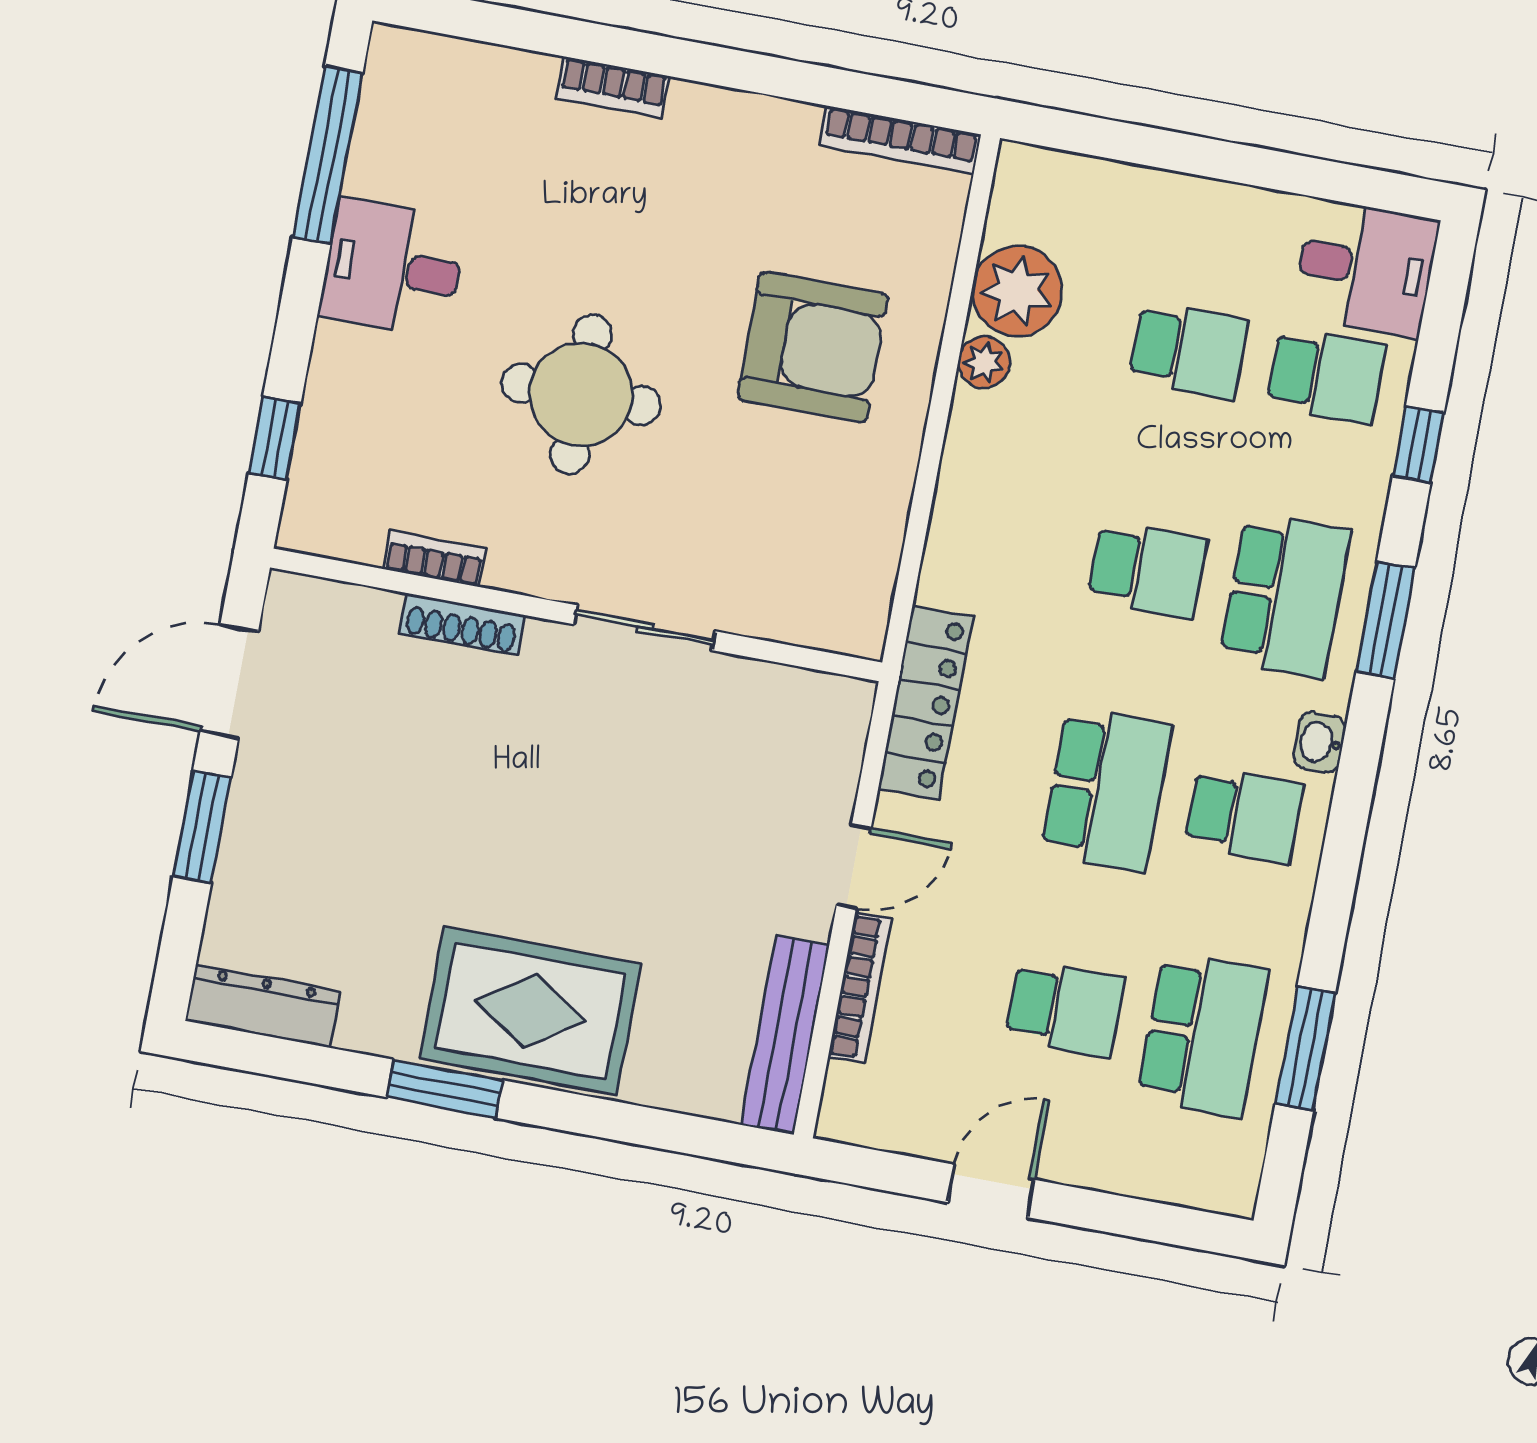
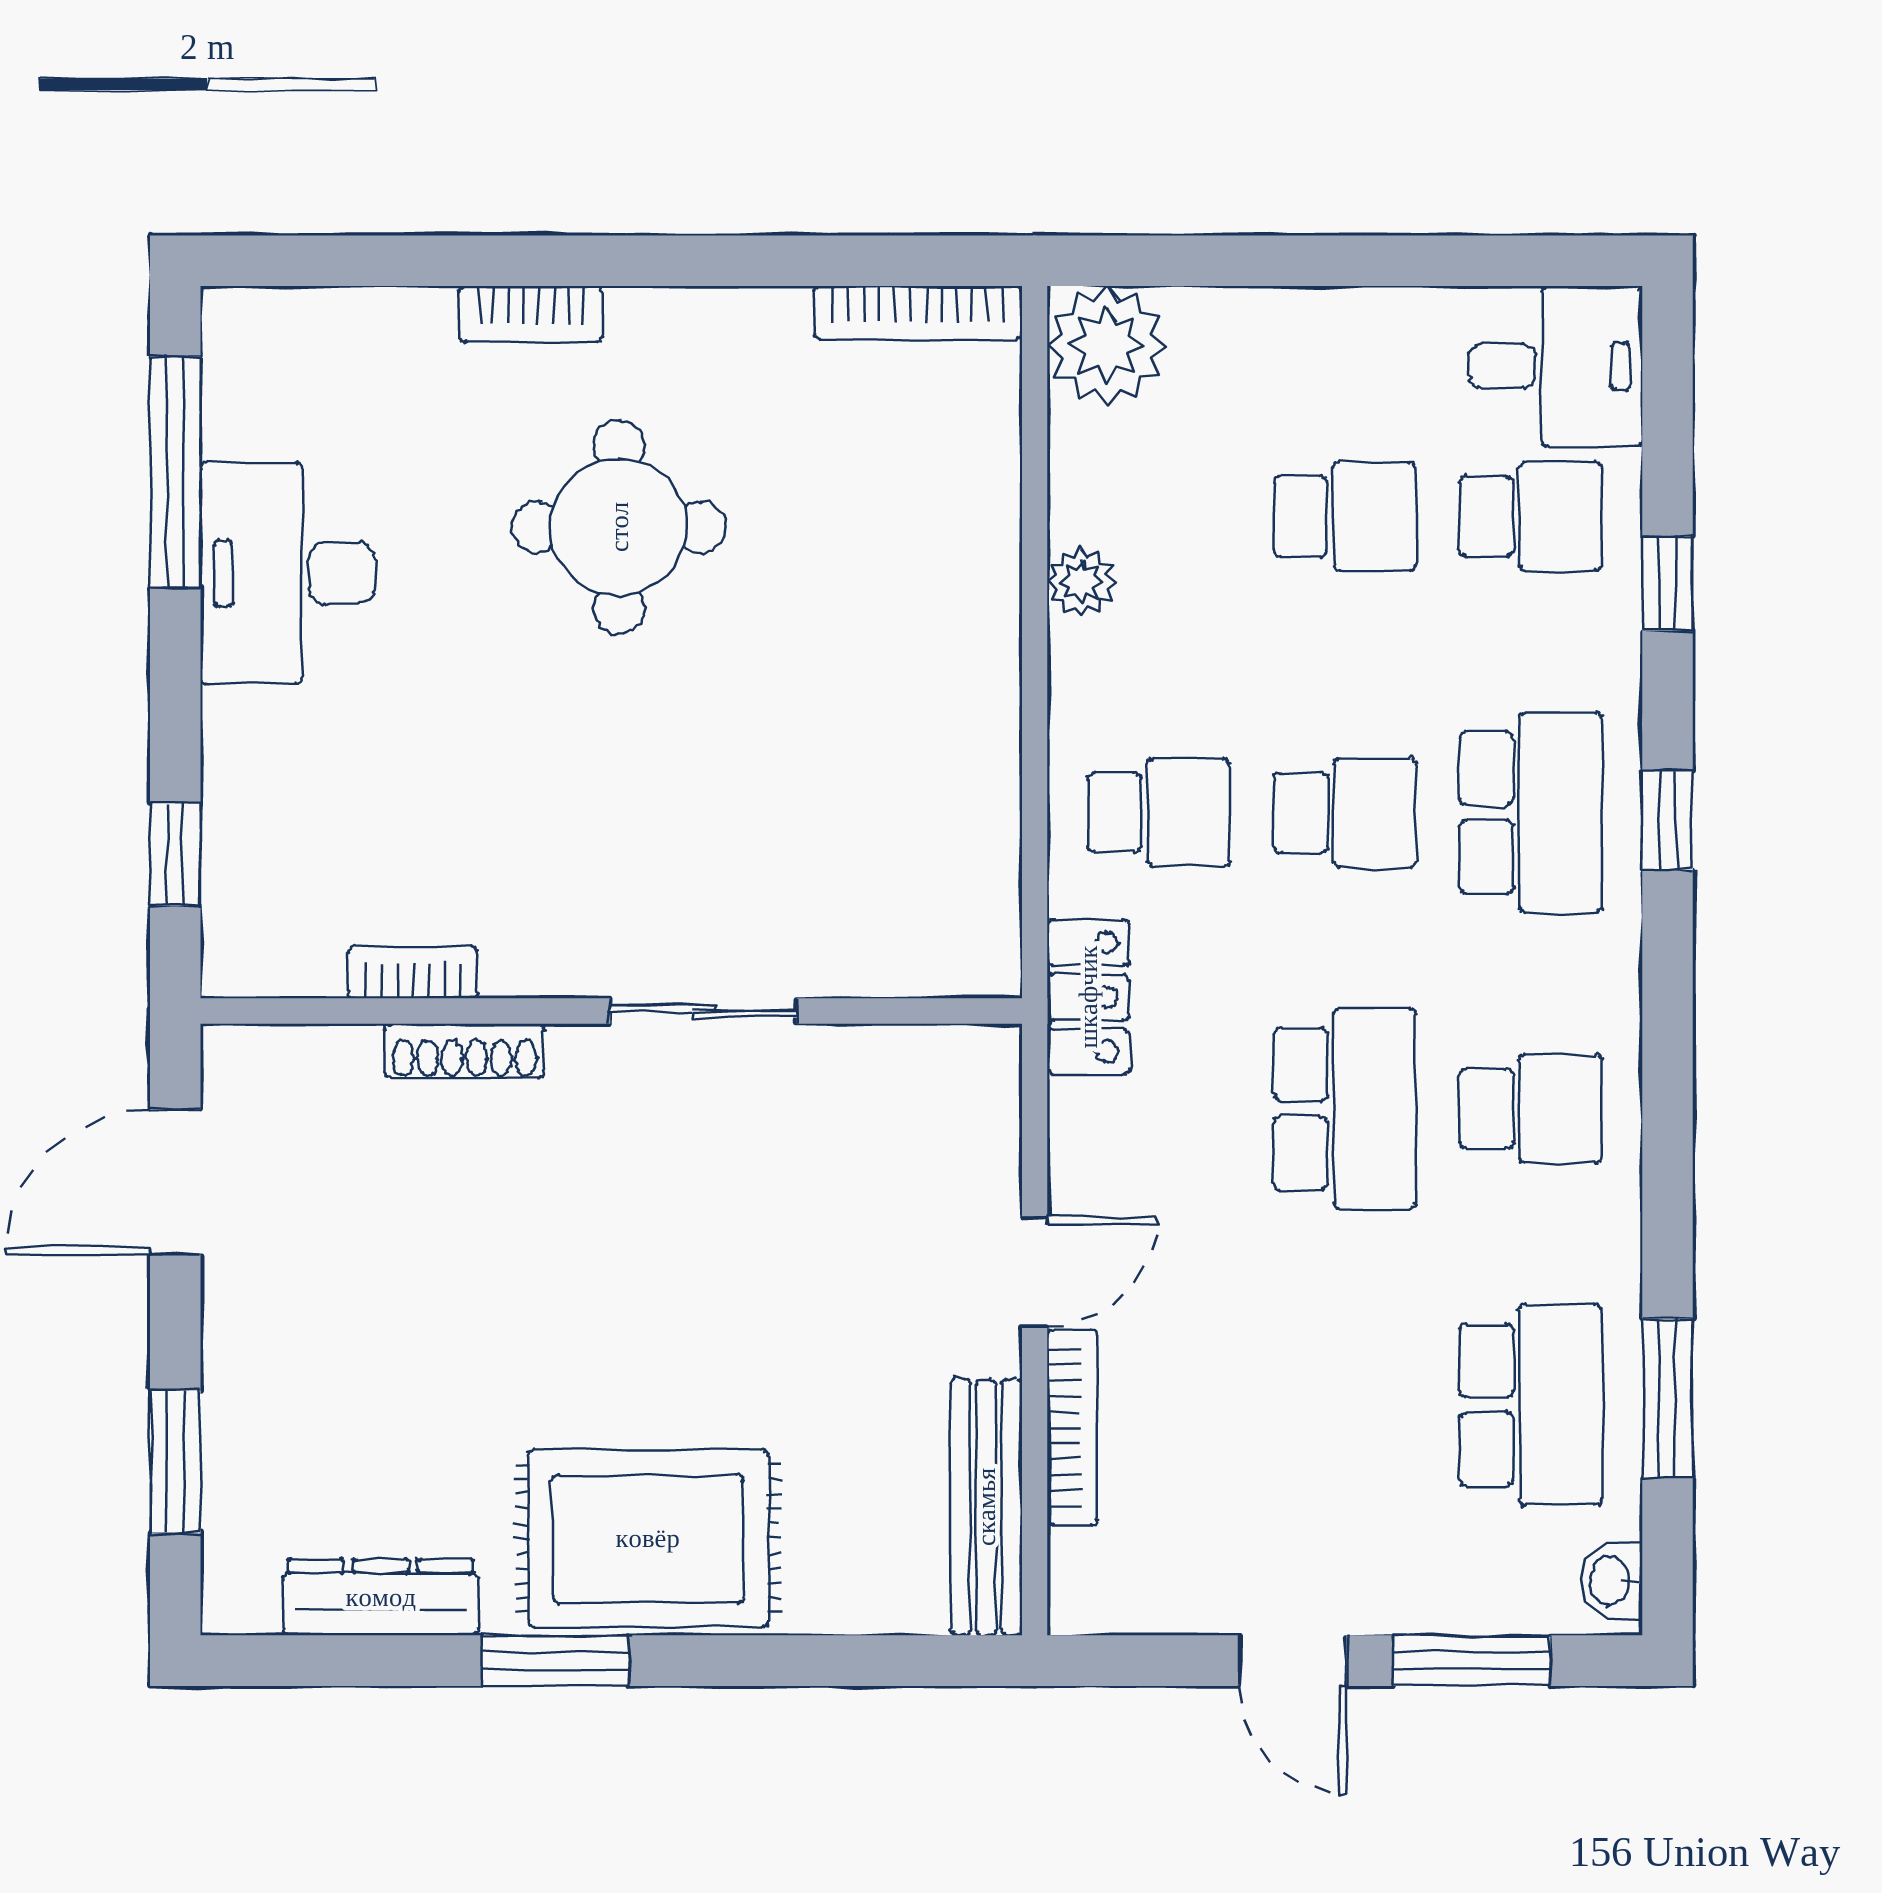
desk: (393, 268) -> (288, 574), width x1.37
plant: (1017, 291) -> (1107, 346), moved
armchair: (813, 347) -> (855, 604), removed
round table: (581, 394) -> (619, 527), moved
window: (1385, 620) -> (1667, 820), width x0.67
locker: (926, 703) -> (1088, 997), width x0.66
washbasin: (1319, 742) -> (1611, 1581), moved
window: (202, 827) -> (175, 1461), moved
dresser: (263, 1006) -> (381, 1597), moved
school desk: (1065, 1009) -> (1159, 813), moved
door: (991, 1191) -> (1293, 1661), swing flipped
window: (1124, 1216) -> (1472, 1661), added

